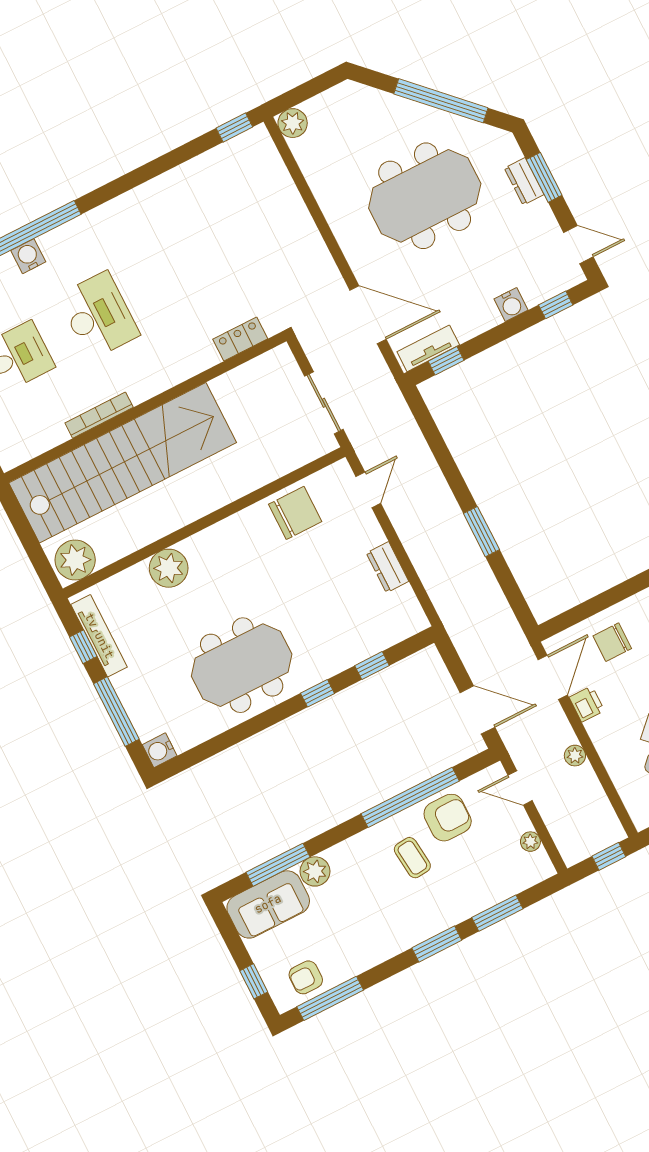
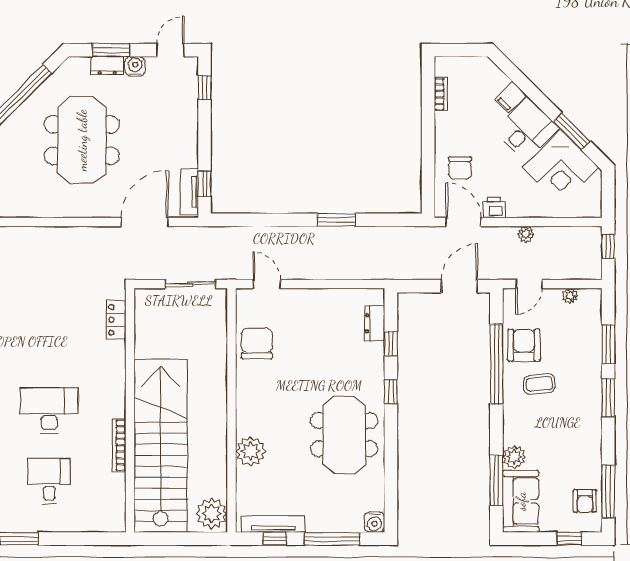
water cooler: (511, 305) -> (135, 66), moved, turned -90
dresser: (388, 567) -> (375, 323), moved, turned 90

